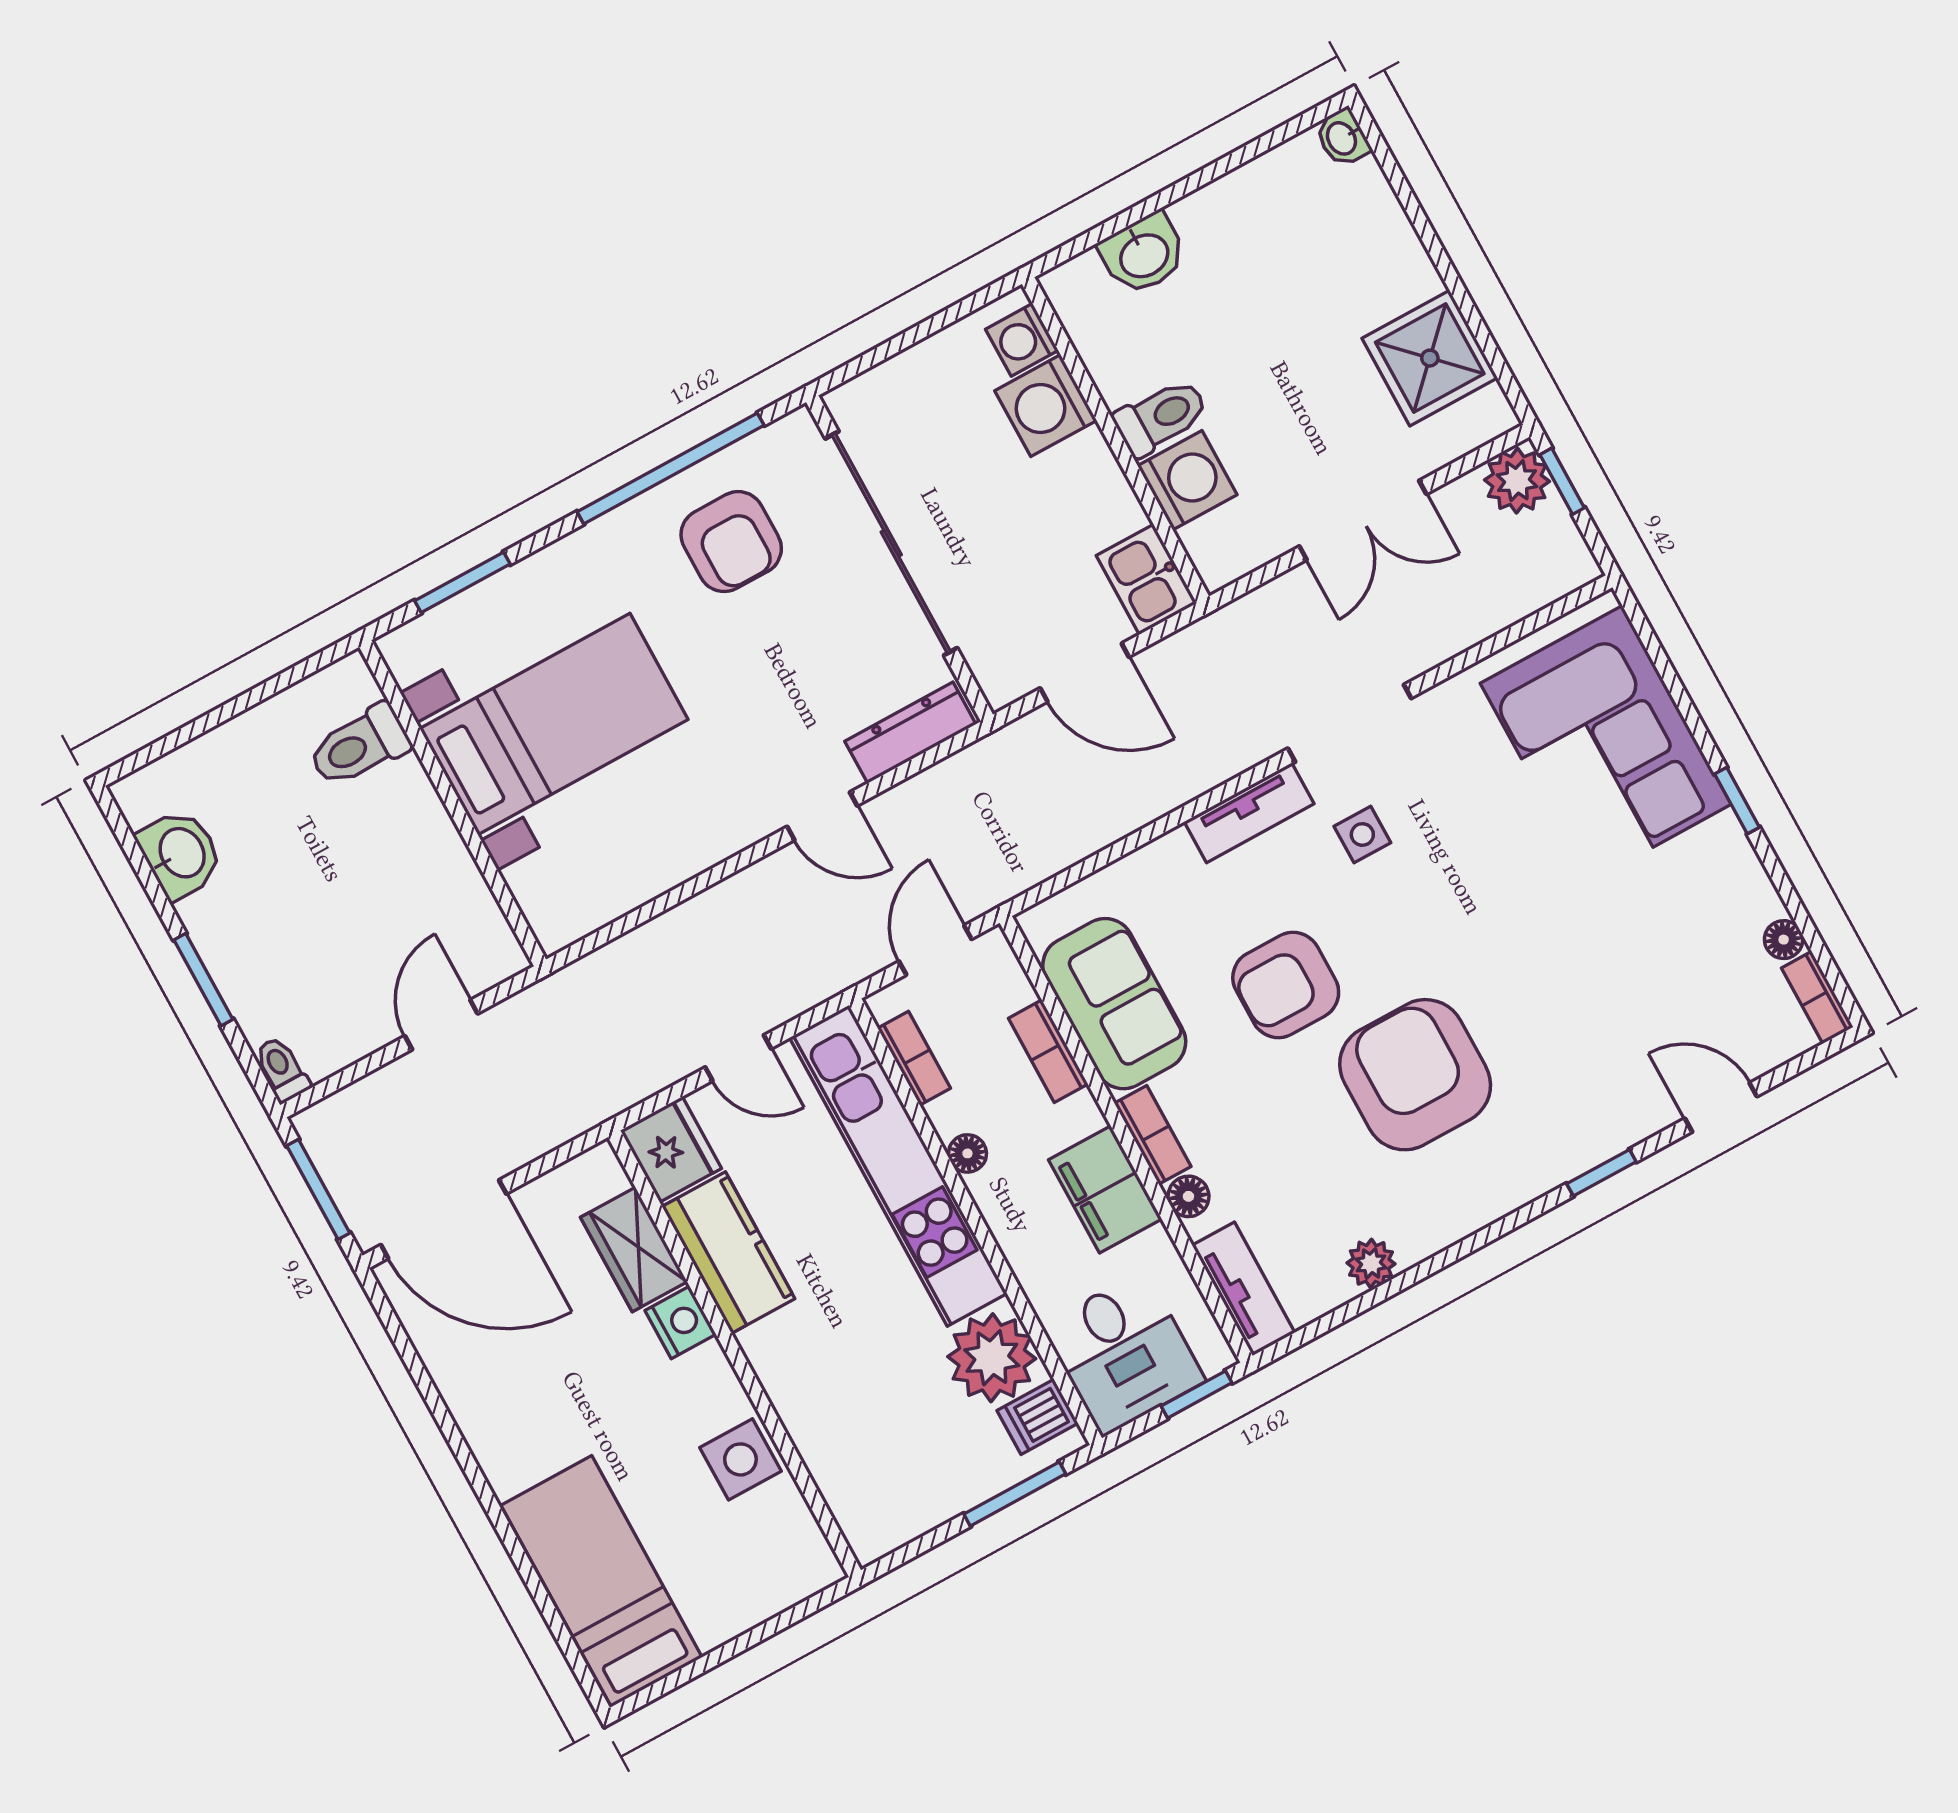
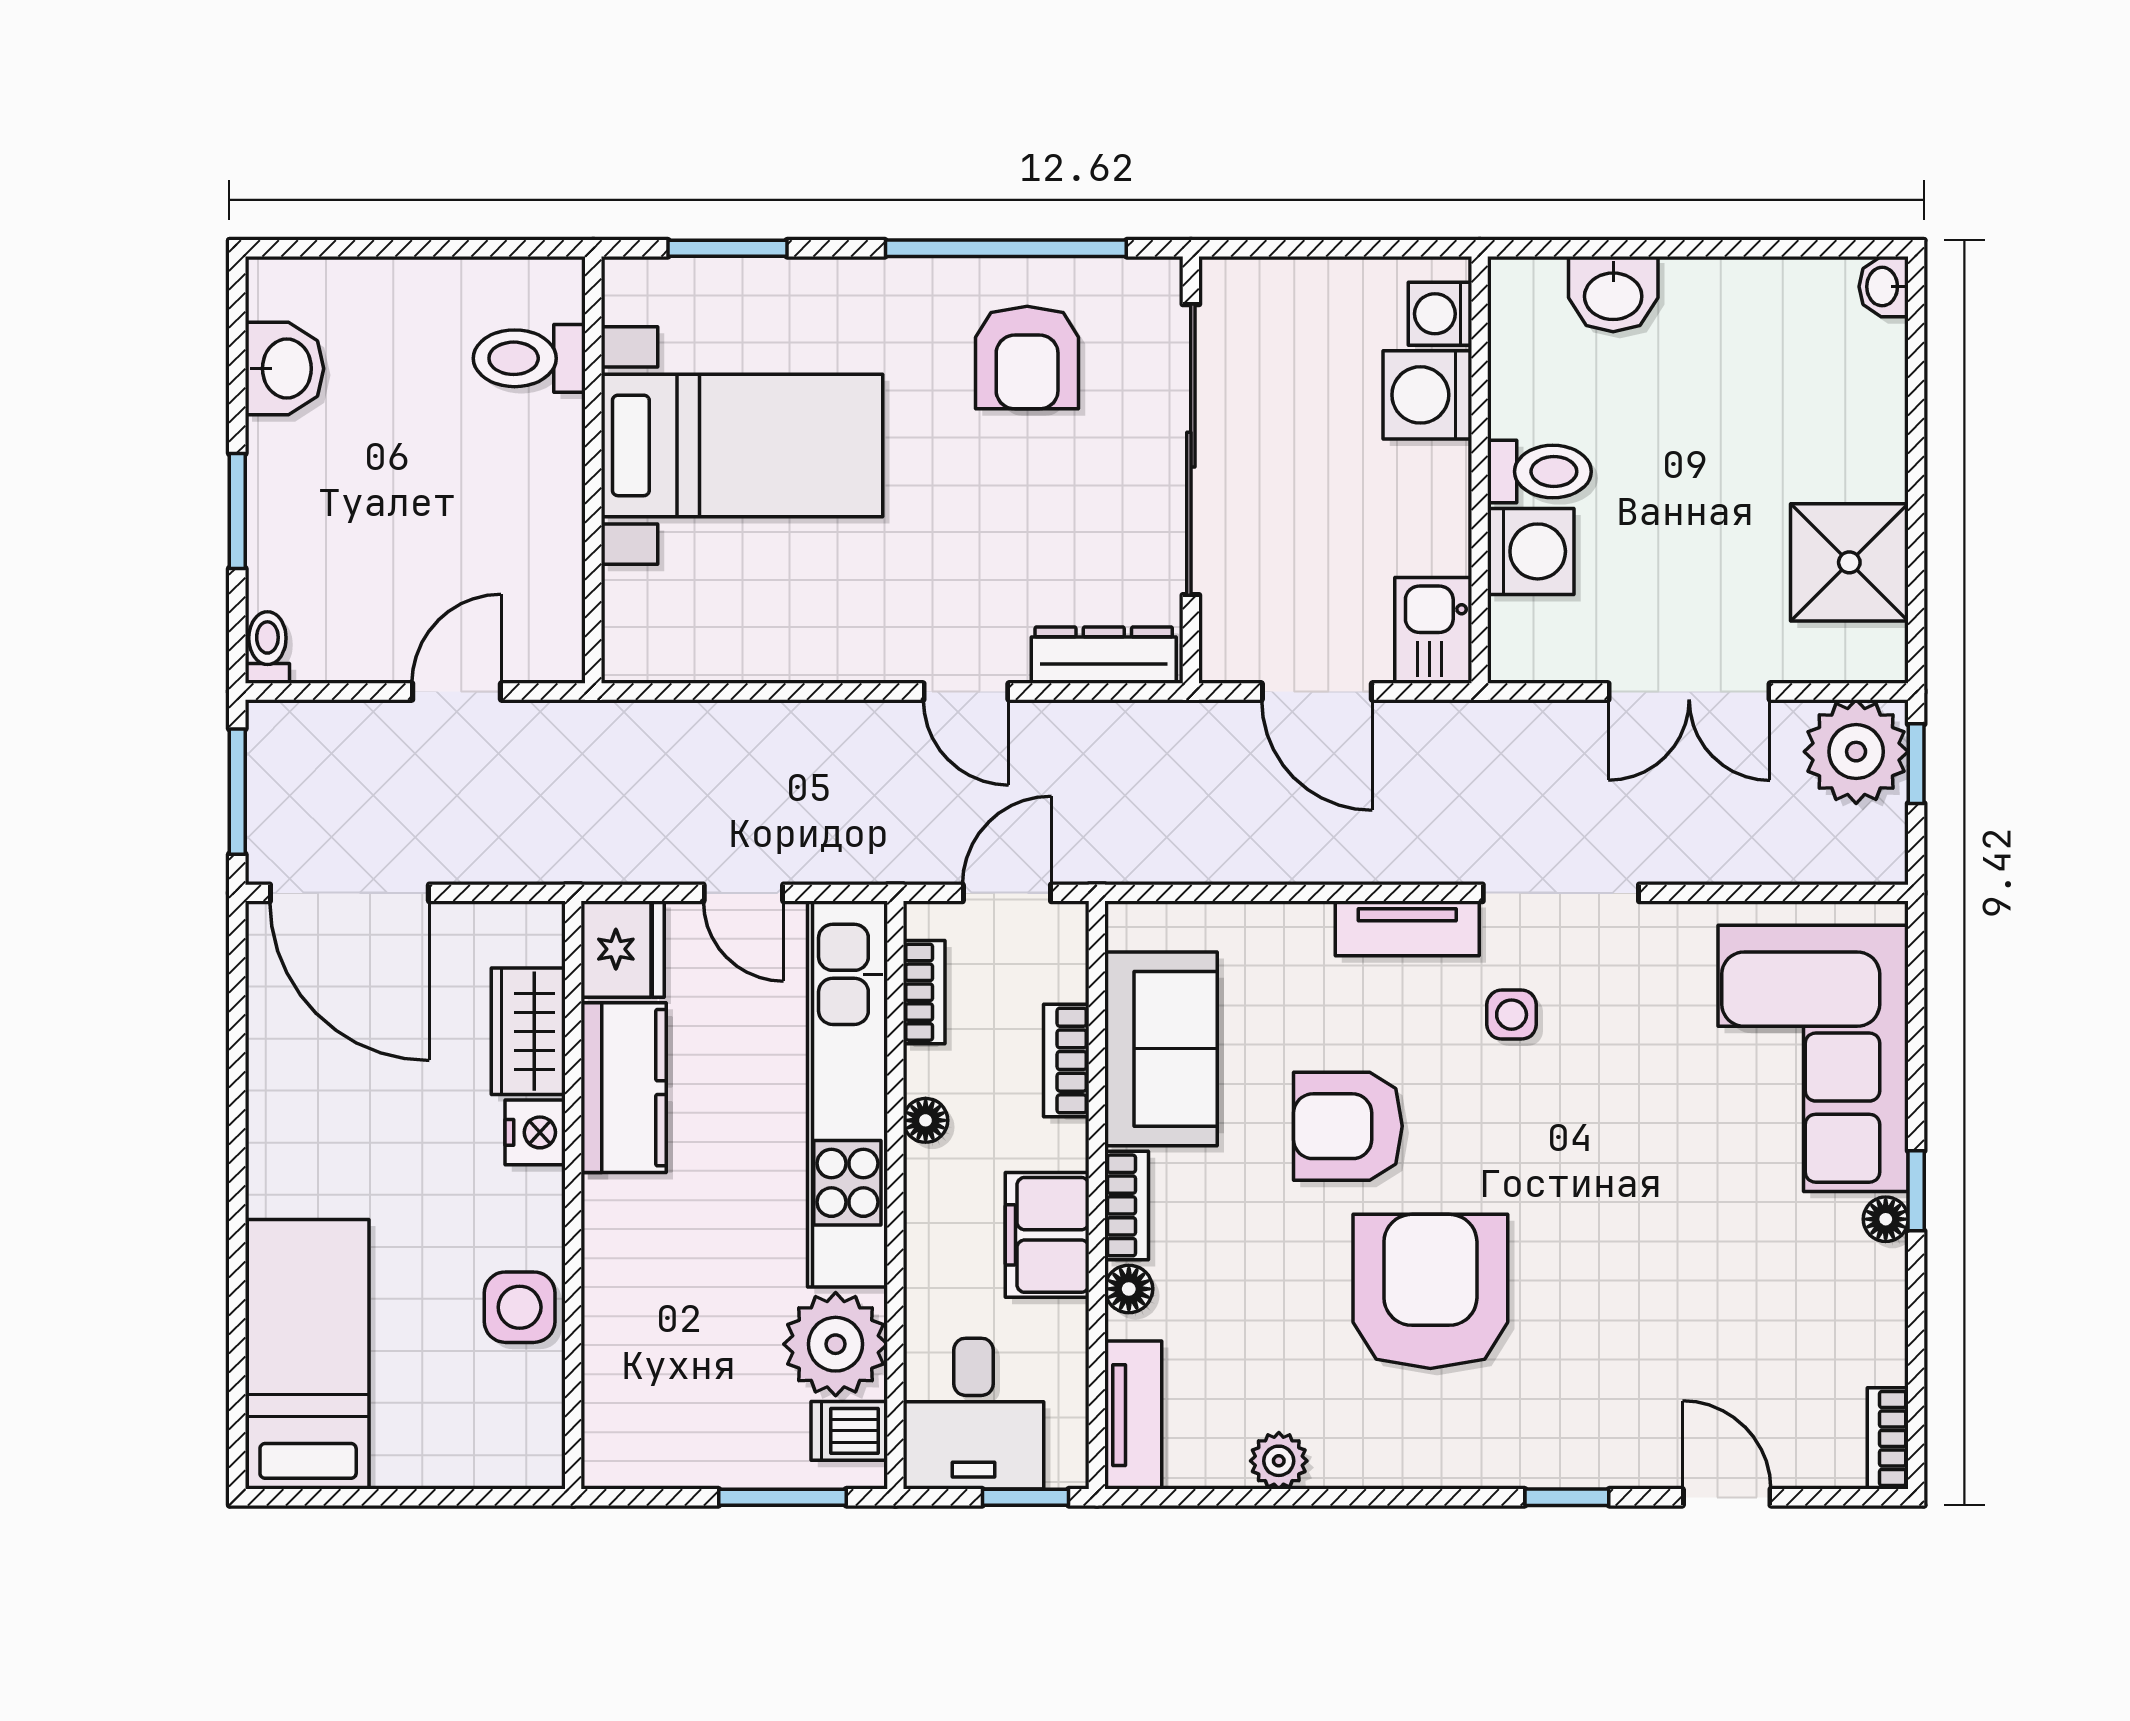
plant: (1517, 481) -> (1856, 752), width x1.36, depth x1.36
floor lamp: (1784, 940) -> (1886, 1219), moved

